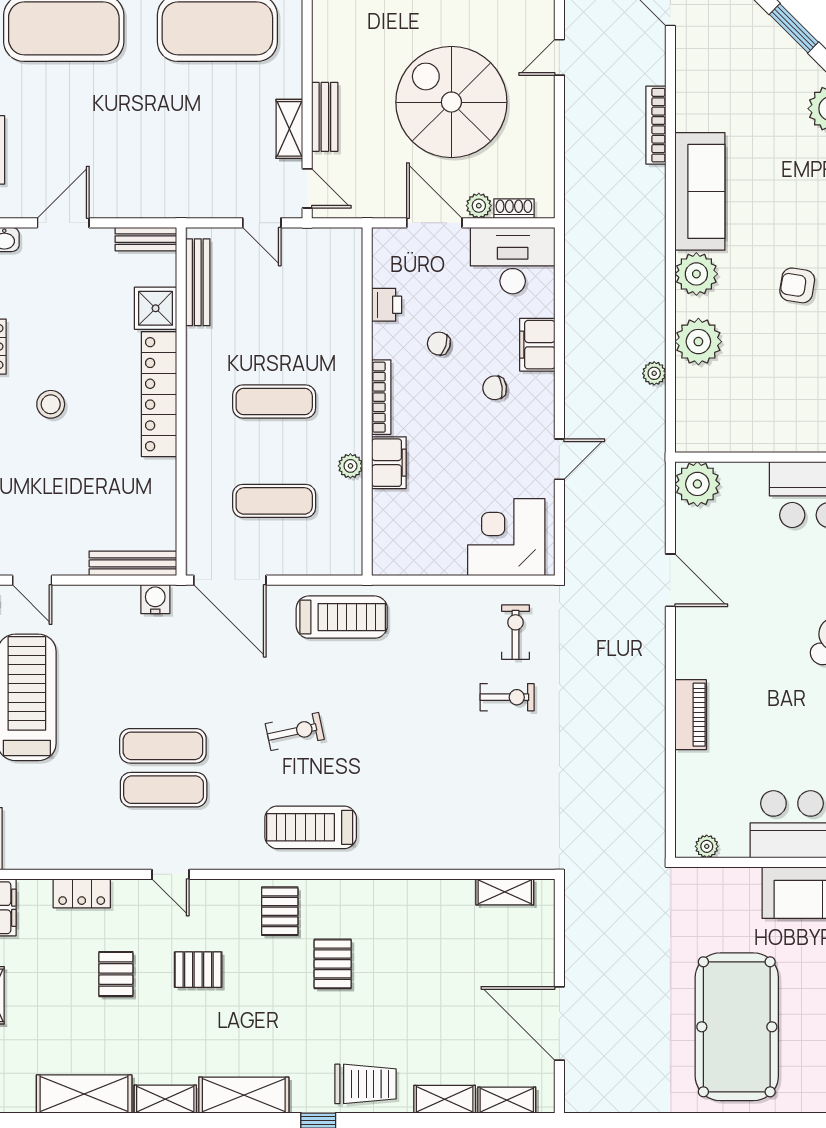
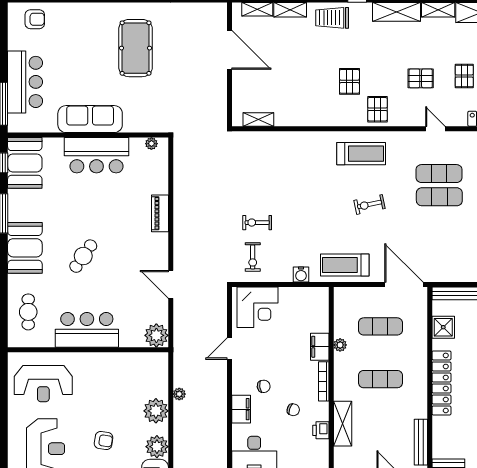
shower: (156, 308) -> (443, 327), moved
shelving: (346, 318) -> (343, 424), added
water cooler: (155, 599) -> (301, 274), moved
pool table: (737, 1027) -> (136, 48), width x0.73, depth x0.76

